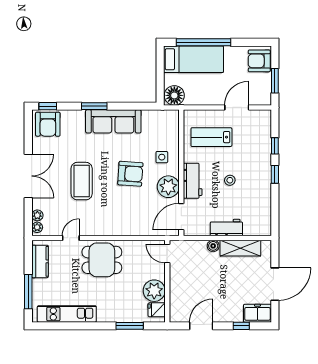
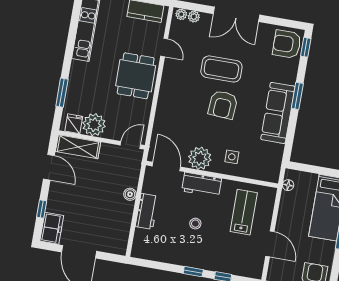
floor lamp: (174, 95) -> (288, 185), width x0.53, depth x0.53
armchair: (130, 174) -> (223, 105), moved
shelving: (240, 248) -> (78, 147), moved, turned 90

